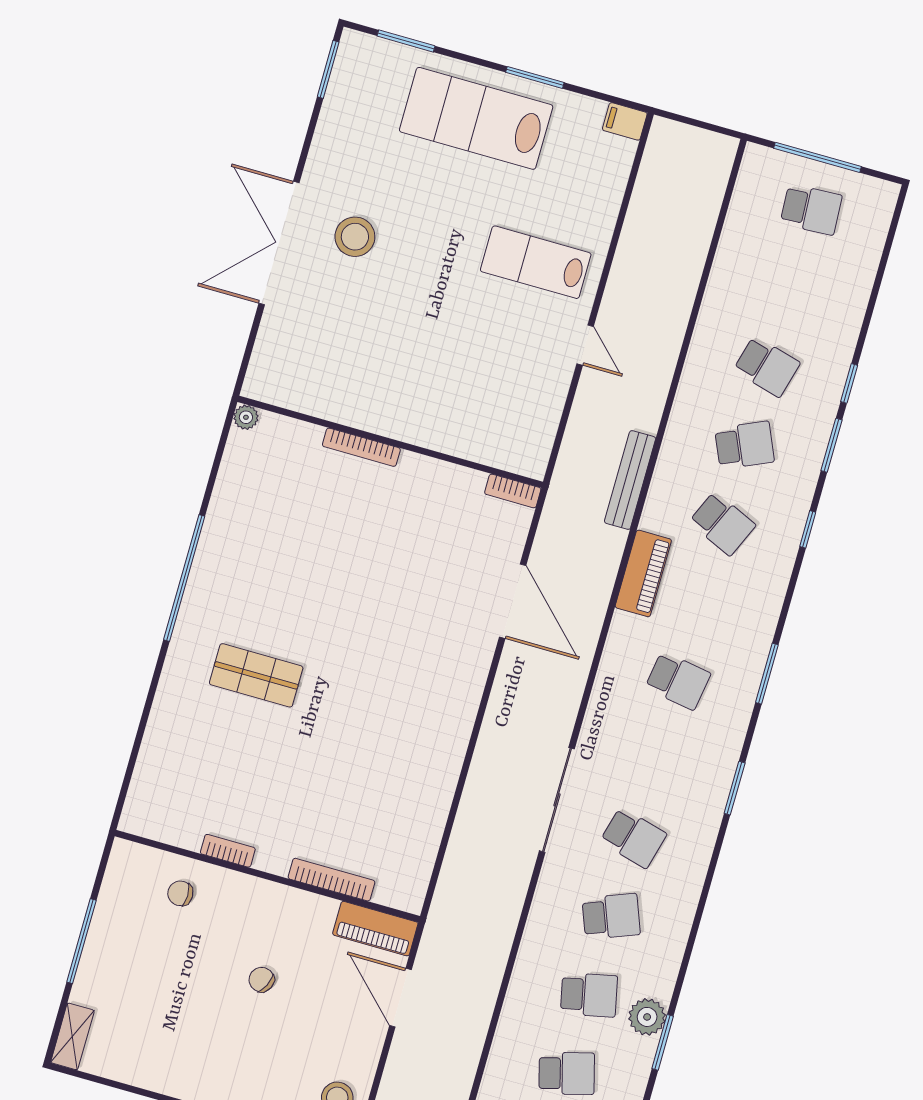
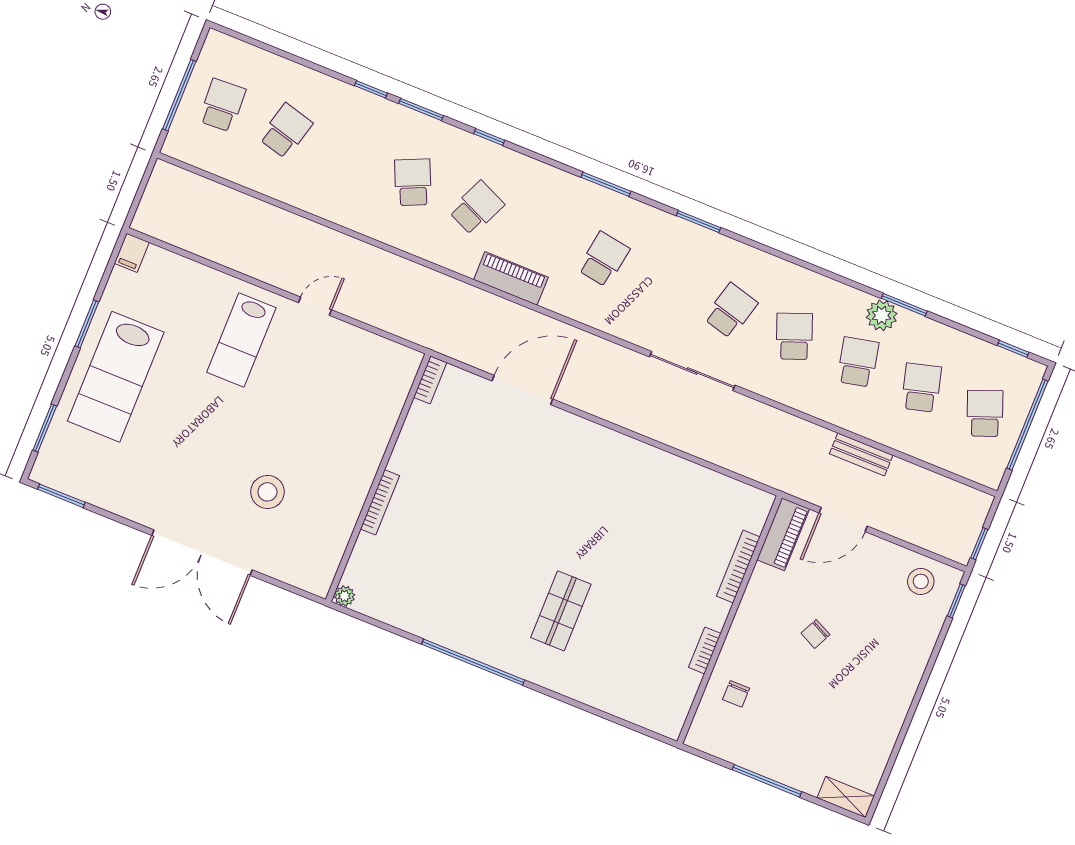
stool: (355, 237) -> (267, 492), moved
school desk: (767, 367) -> (286, 131), moved
bench: (630, 480) -> (861, 454), moved, width x0.73

